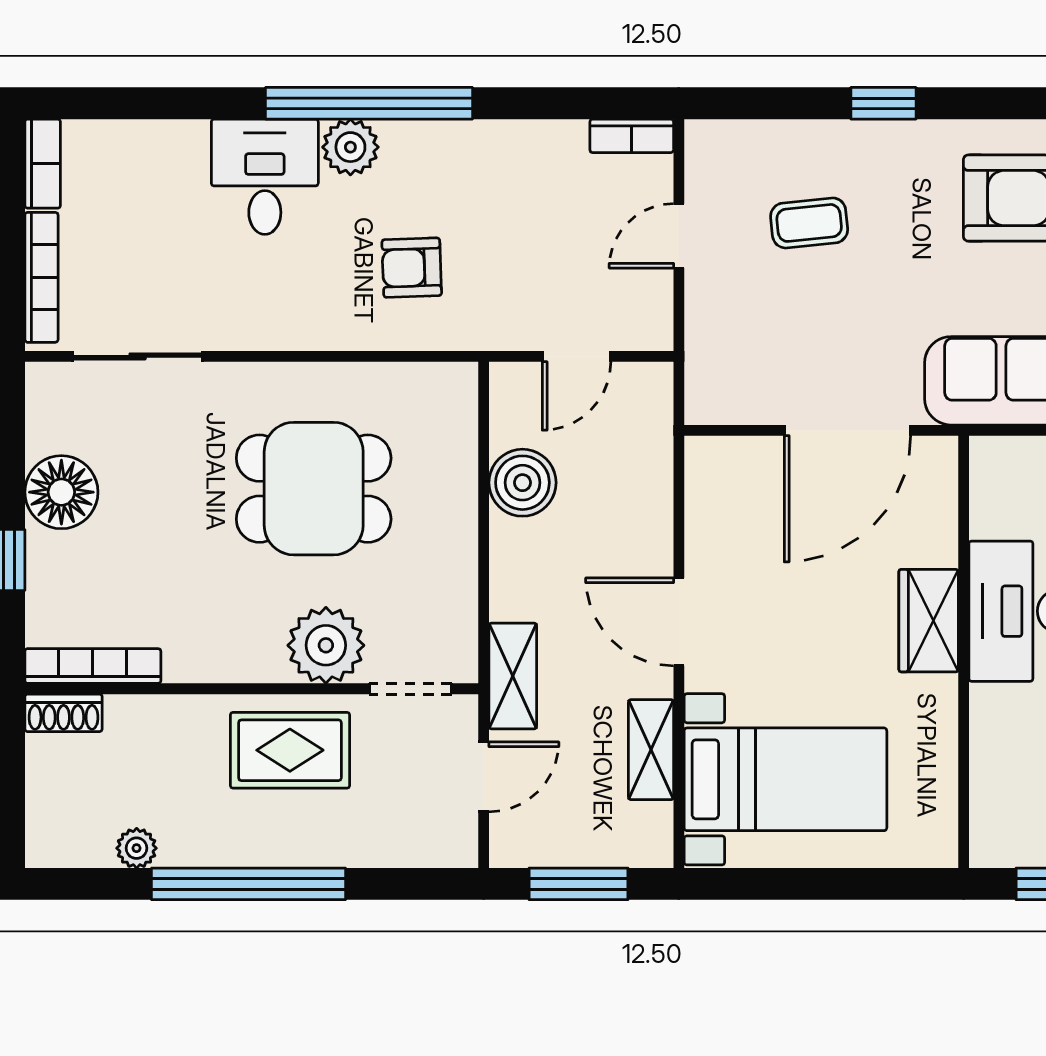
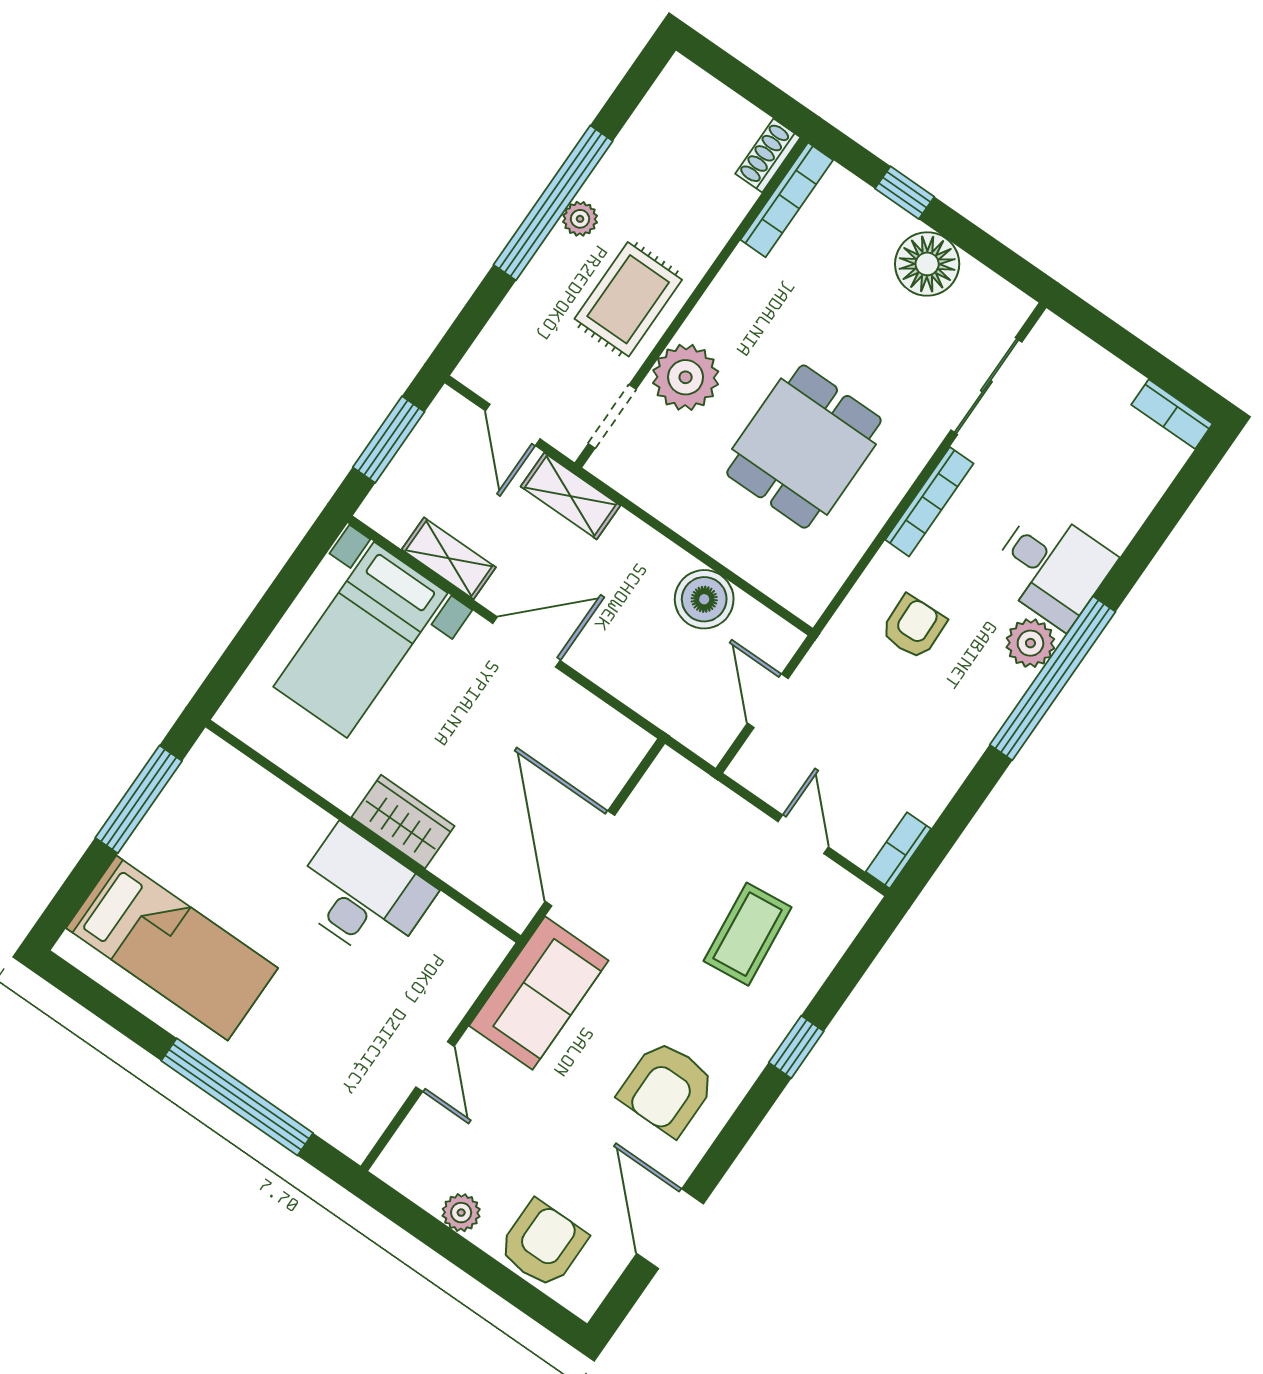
coffee table: (809, 223) -> (748, 934), width x1.36, depth x1.30
bookcase: (41, 277) -> (929, 502), moved, turned -90
plant: (137, 848) -> (580, 219), moved

